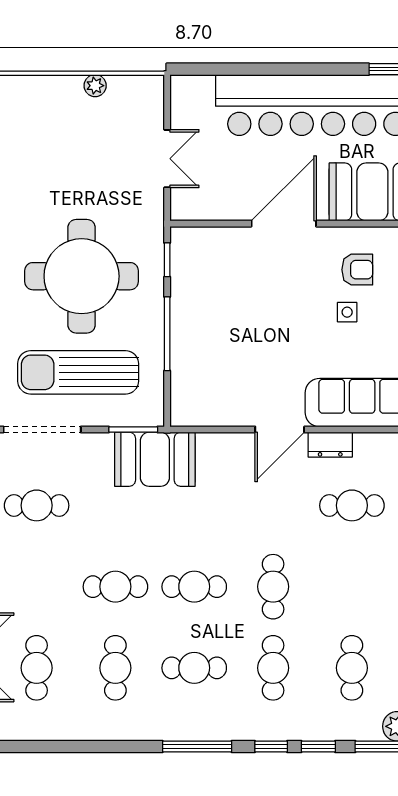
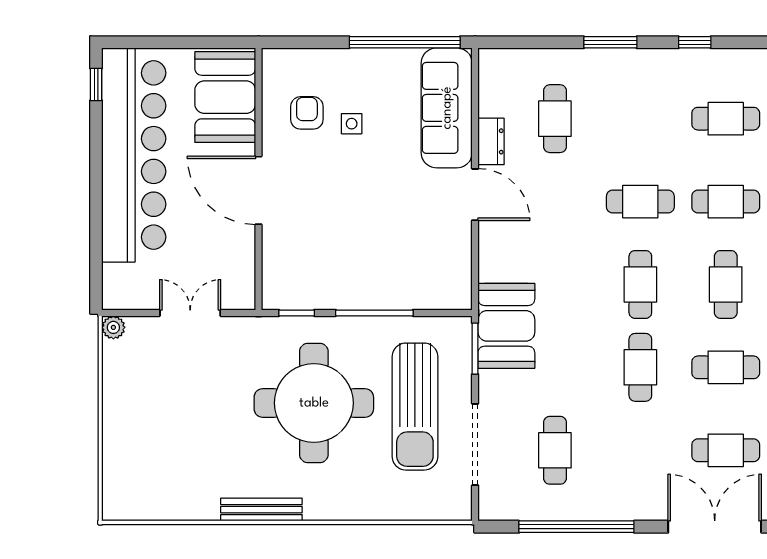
plant: (95, 86) -> (113, 327), moved

